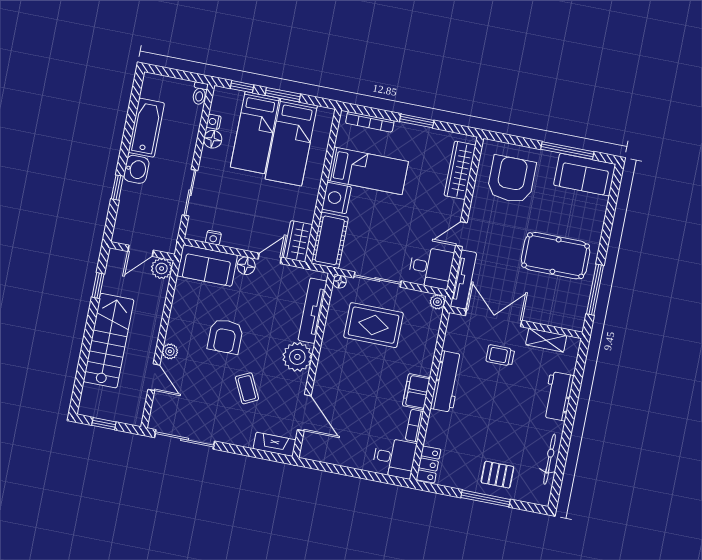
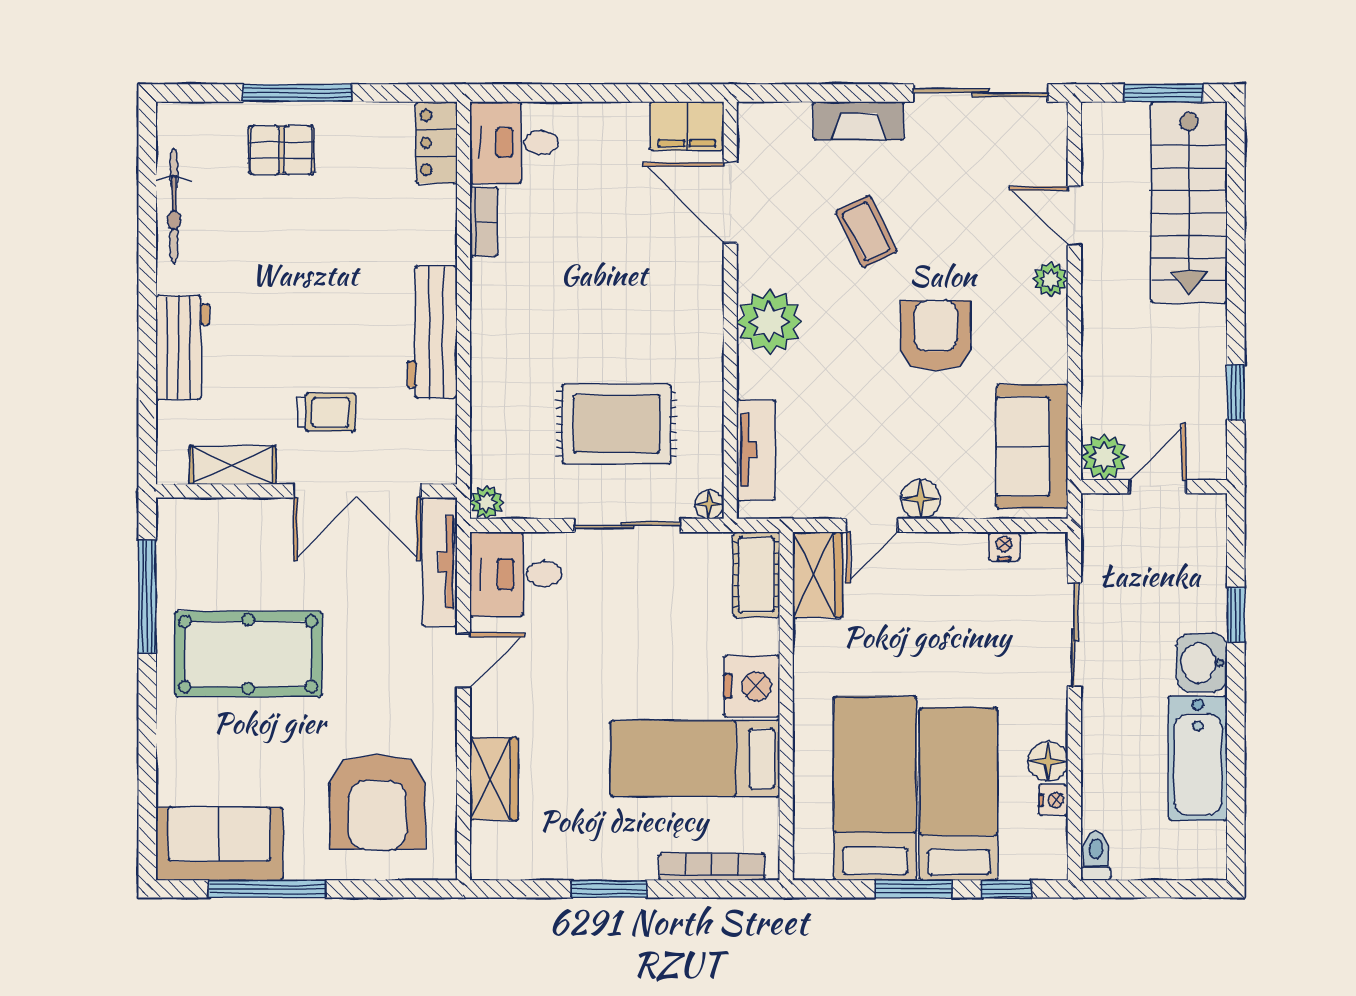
wardrobe: (460, 170) -> (494, 779), width x0.67
cot: (330, 240) -> (756, 575), width x0.73, depth x0.75
sofa: (207, 265) -> (1032, 446), moved, turned -90
tv unit: (313, 311) -> (756, 450), width x0.71
stairs: (109, 341) -> (1189, 202), moved
filing cabinet: (416, 392) -> (687, 126), moved, turned 90
window: (104, 424) -> (1164, 93), width x1.50
fireplace: (274, 444) -> (858, 121), moved

